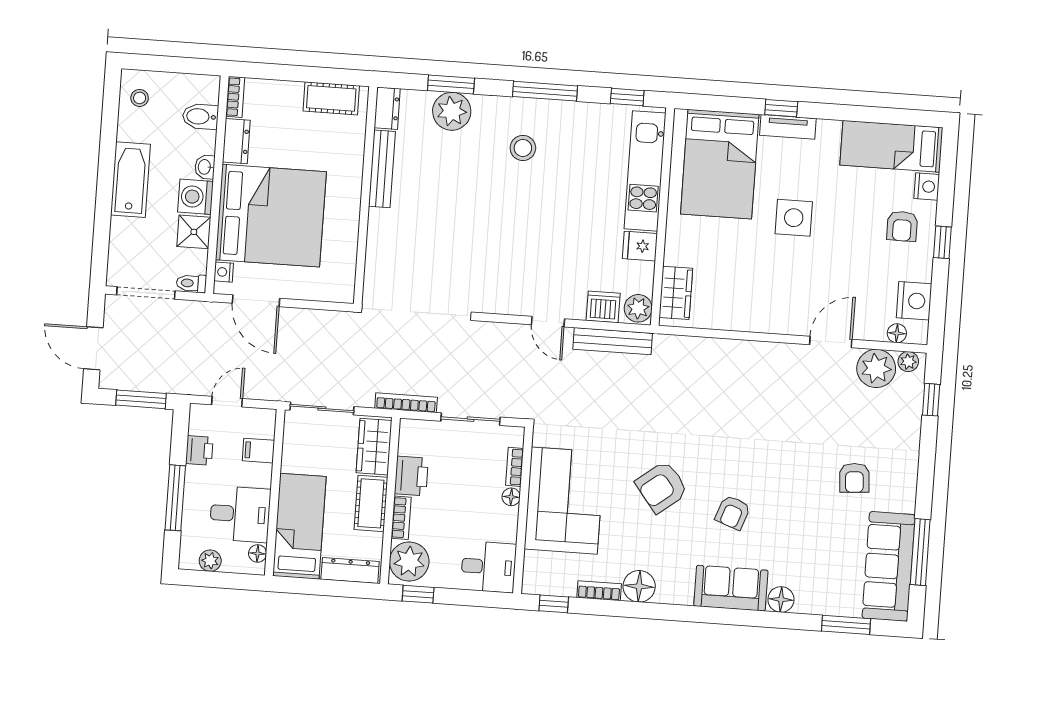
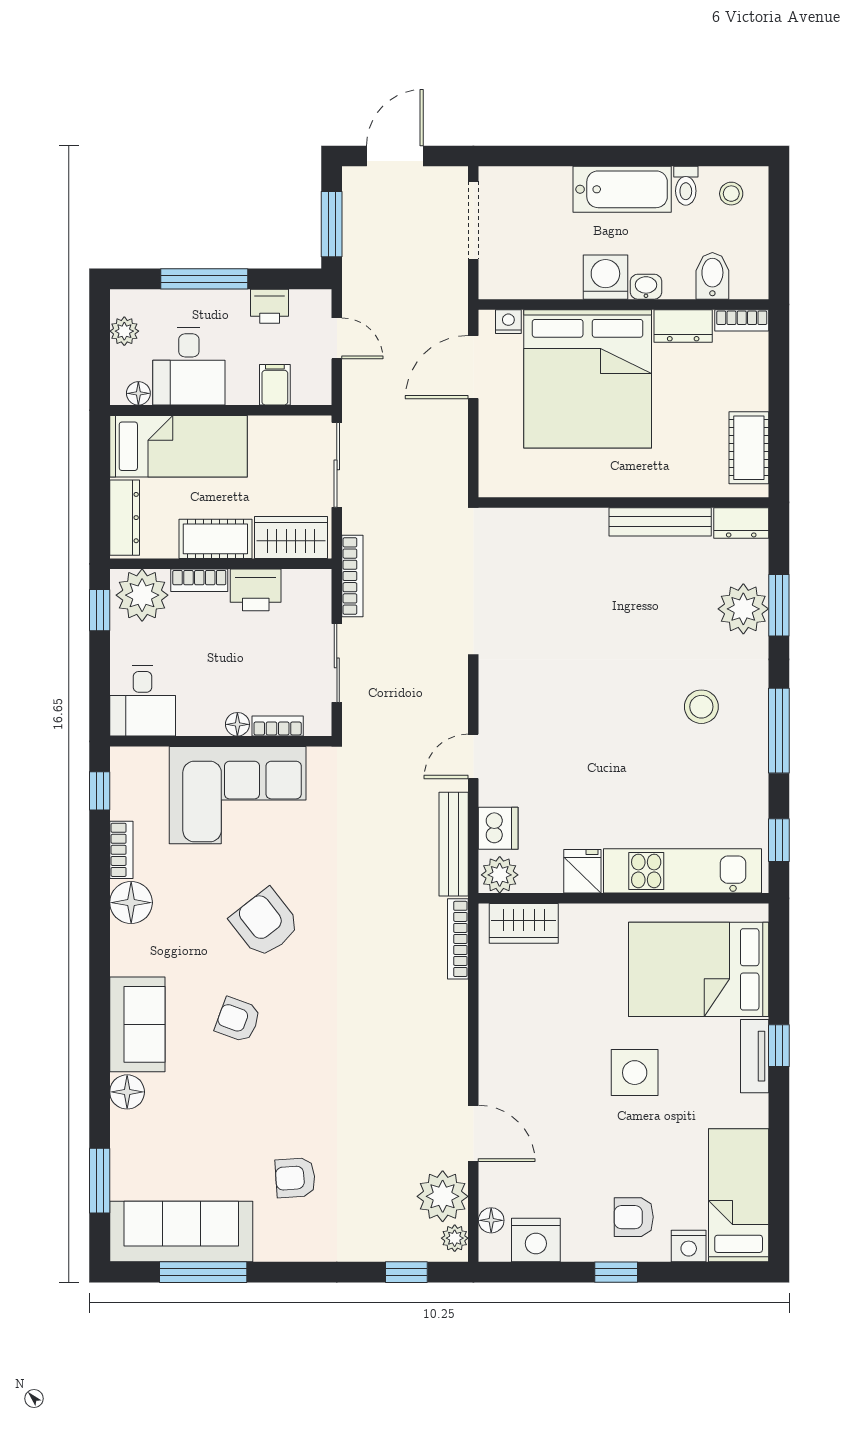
shower: (194, 232) -> (559, 278), removed
toilet: (191, 283) -> (686, 186), moved, turned 180
bookcase: (684, 343) -> (458, 939), added

